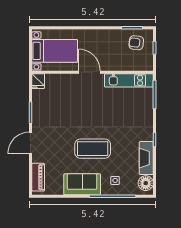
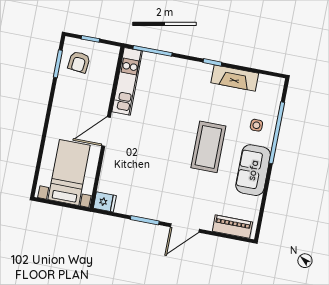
door: (30, 143) -> (185, 228), hinge flipped
floor lamp: (146, 183) -> (268, 85), removed

